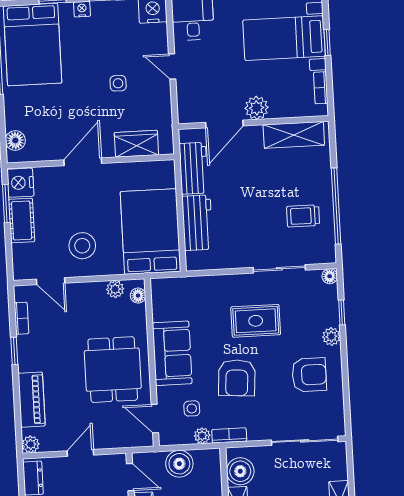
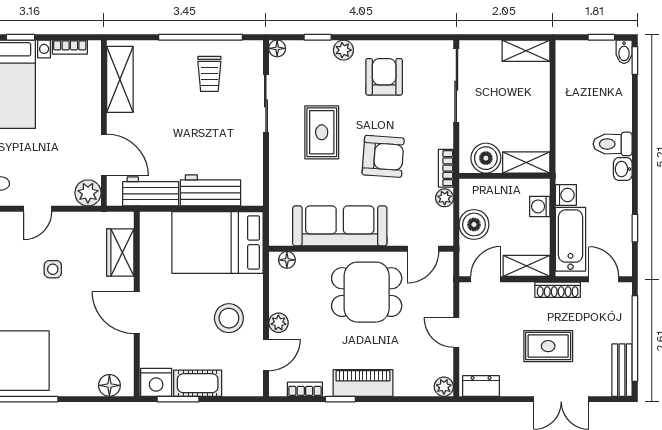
plant: (257, 108) -> (88, 193), moved
plant: (115, 289) -> (278, 323), moved
sofa: (172, 353) -> (340, 226), width x1.36
piano: (32, 400) -> (363, 383), moved
side table: (192, 408) -> (414, 208), removed

